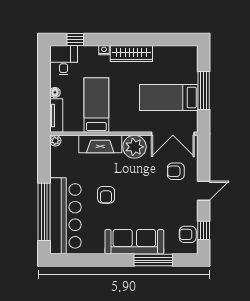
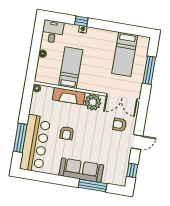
window: (75, 39) -> (81, 21), moved
wardrobe: (131, 53) -> (102, 35), removed
bed: (169, 97) -> (125, 54), moved, turned -90
tv unit: (56, 115) -> (41, 70), removed
window: (44, 212) -> (20, 138), width x0.68
armchair: (188, 234) -> (120, 171), removed

